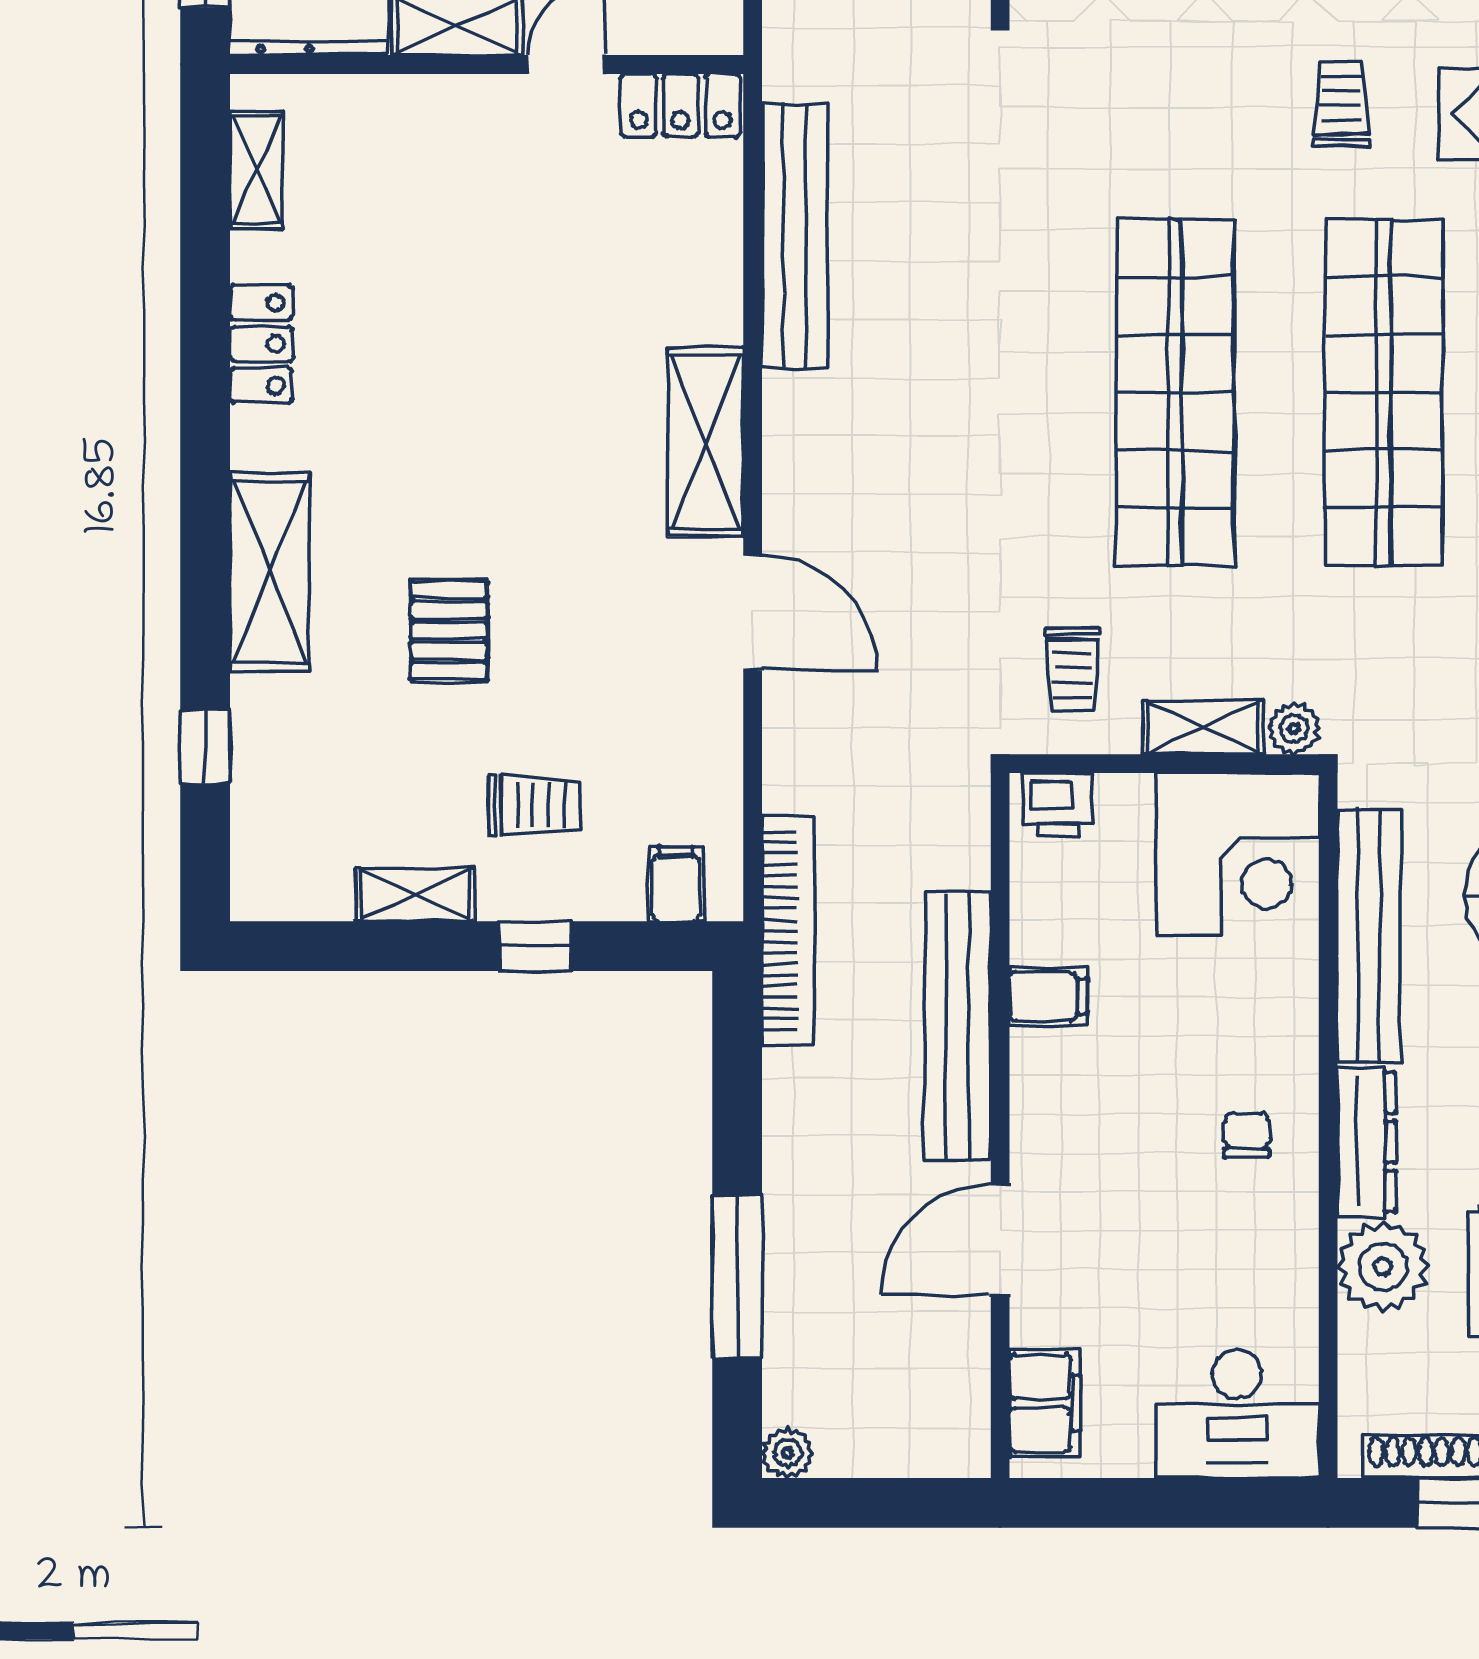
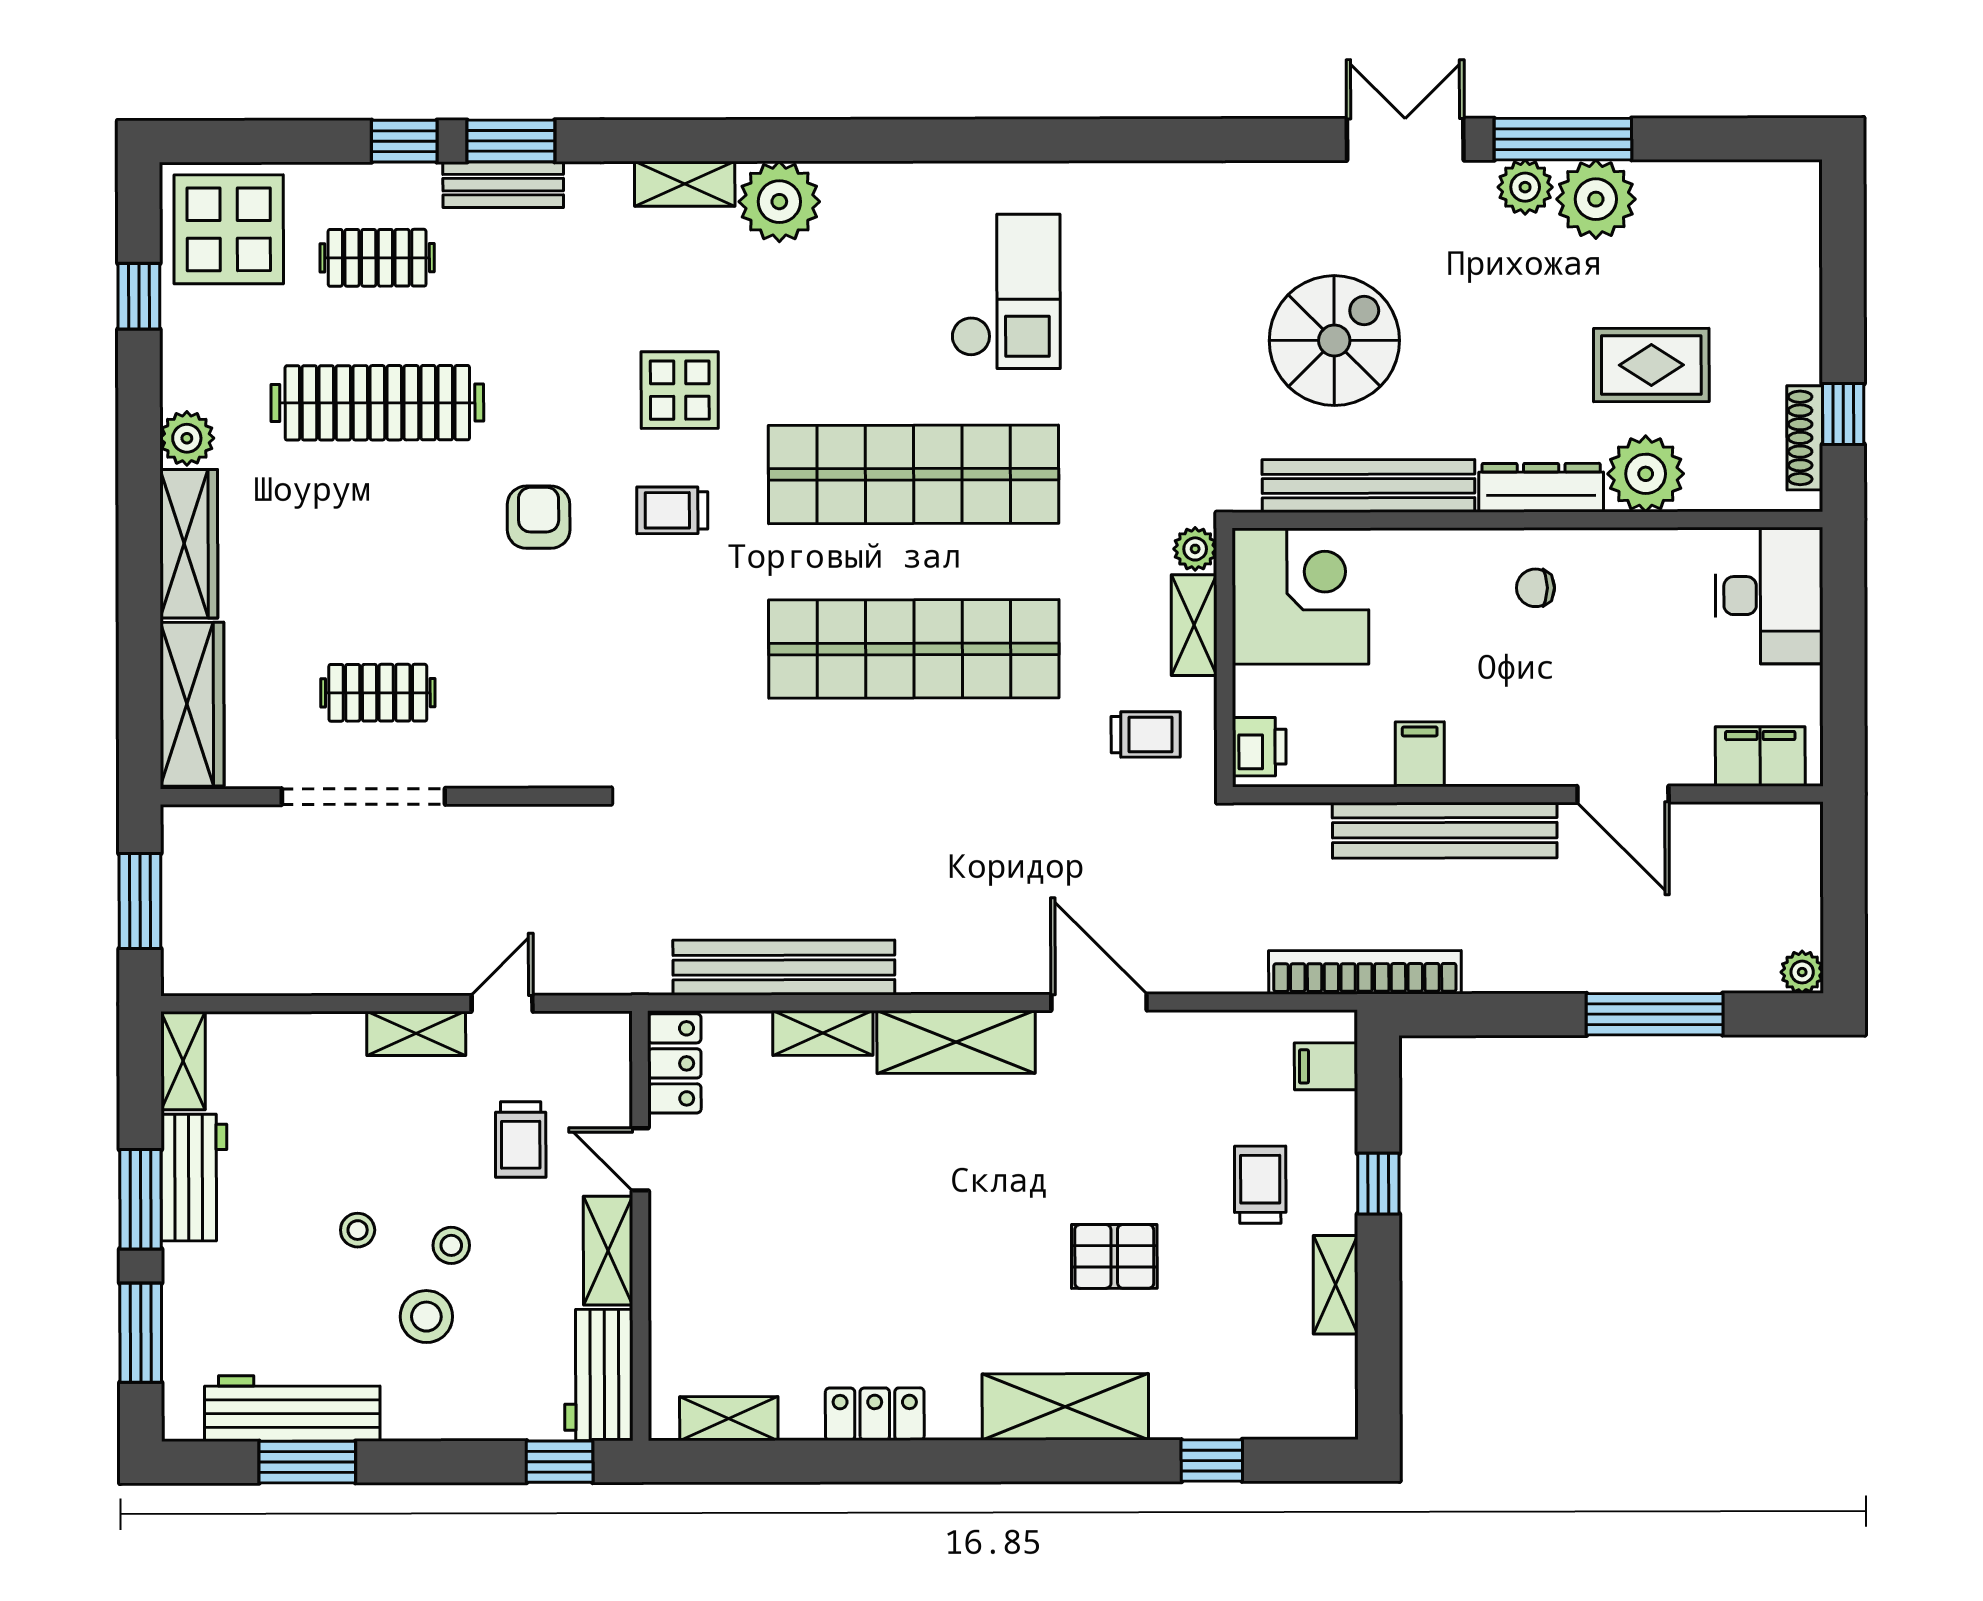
shelving: (717, 283) -> (823, 1033), added
door: (753, 613) -> (1099, 1002), hinge flipped

